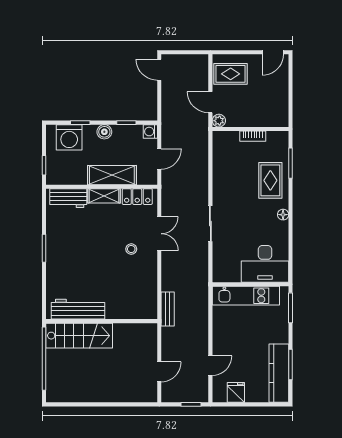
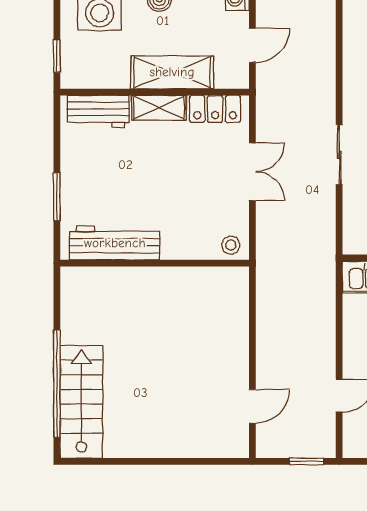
stool: (131, 249) -> (231, 245), moved
workbench: (78, 309) -> (115, 243), moved
bench: (168, 309) -> (267, 300), removed
wall: (102, 321) -> (155, 263), moved
stairs: (79, 336) -> (81, 402), moved, turned -90

